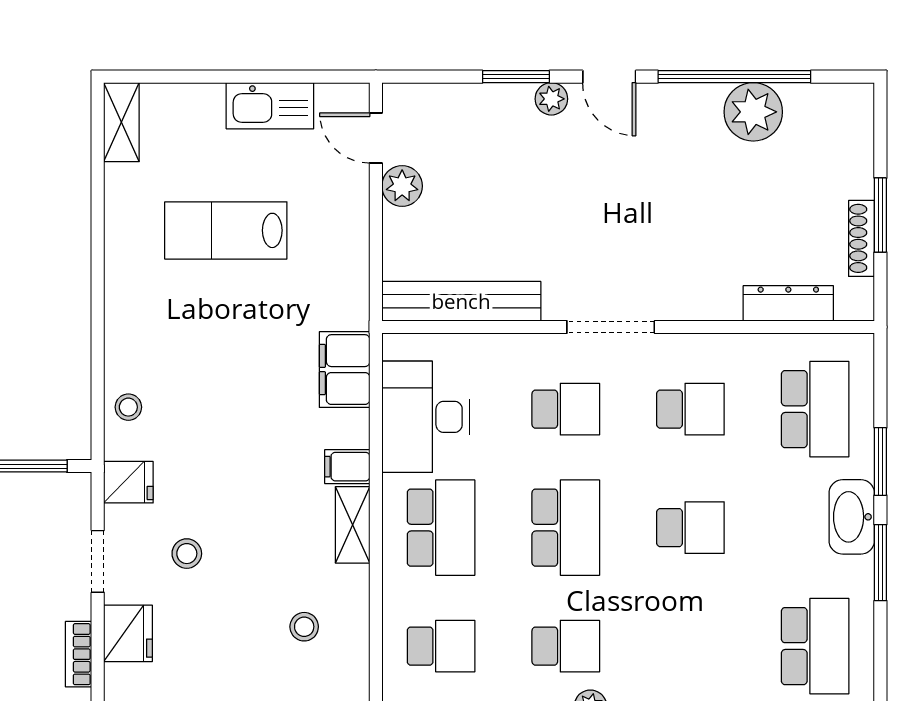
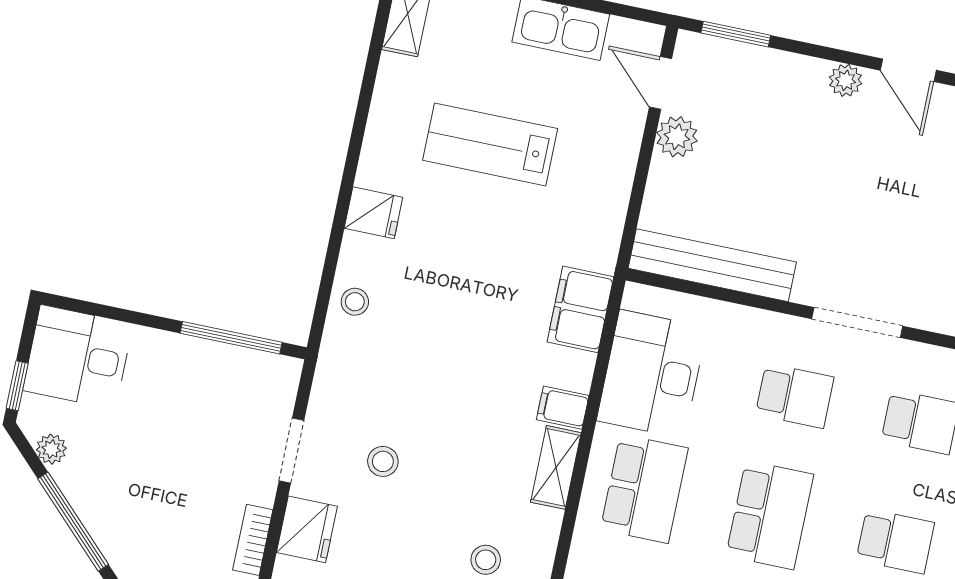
window: (516, 77) -> (736, 34), moved
fridge: (128, 482) -> (373, 213), moved

